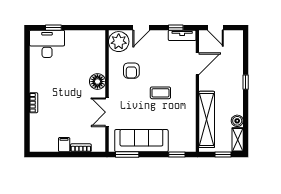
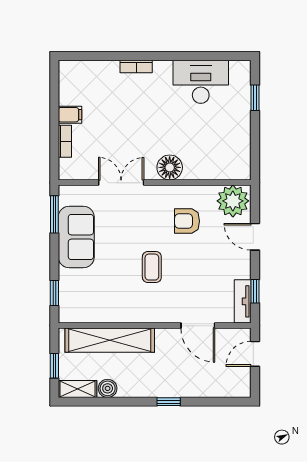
desk: (47, 44) -> (201, 82), moved, turned -90
sofa: (141, 141) -> (76, 237), width x0.73

